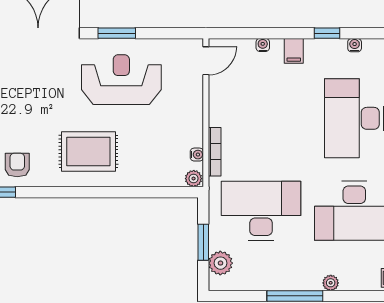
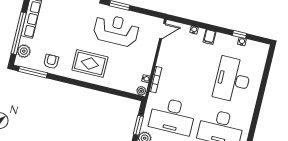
window: (327, 33) -> (239, 34), moved
desk: (261, 211) -> (172, 116), turned 180

